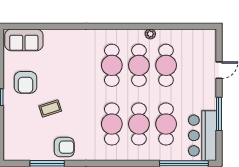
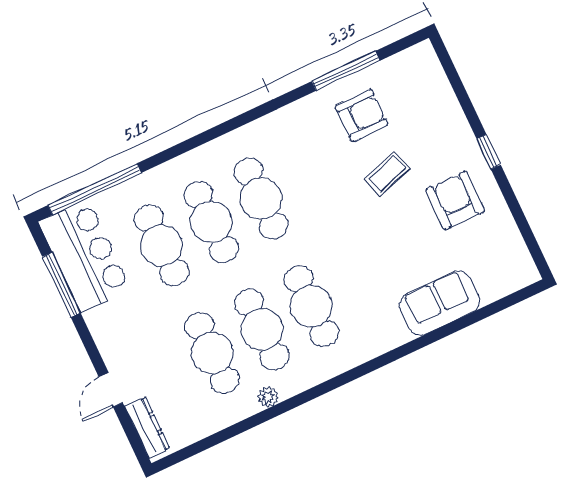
sofa: (24, 40) -> (440, 303), moved
dresser: (211, 46) -> (147, 427), added
window: (219, 114) -> (61, 285), moved
armchair: (64, 147) -> (361, 115), moved, turned 180

